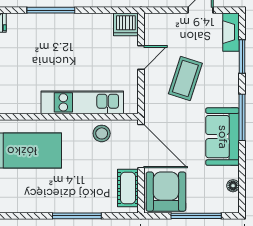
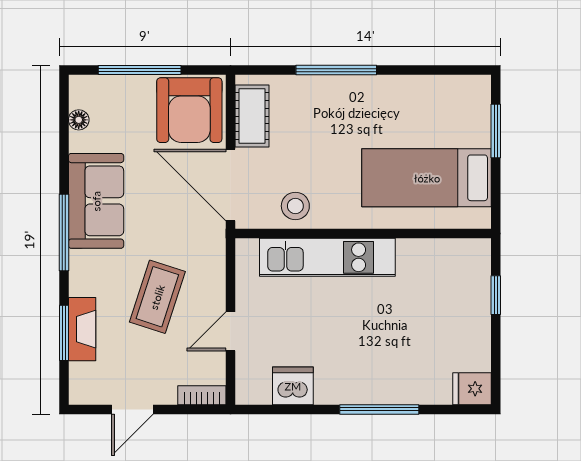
bookcase: (158, 19) -> (202, 395), added
dishwasher: (126, 24) -> (293, 386), moved
fireplace: (231, 32) -> (82, 329), moved

